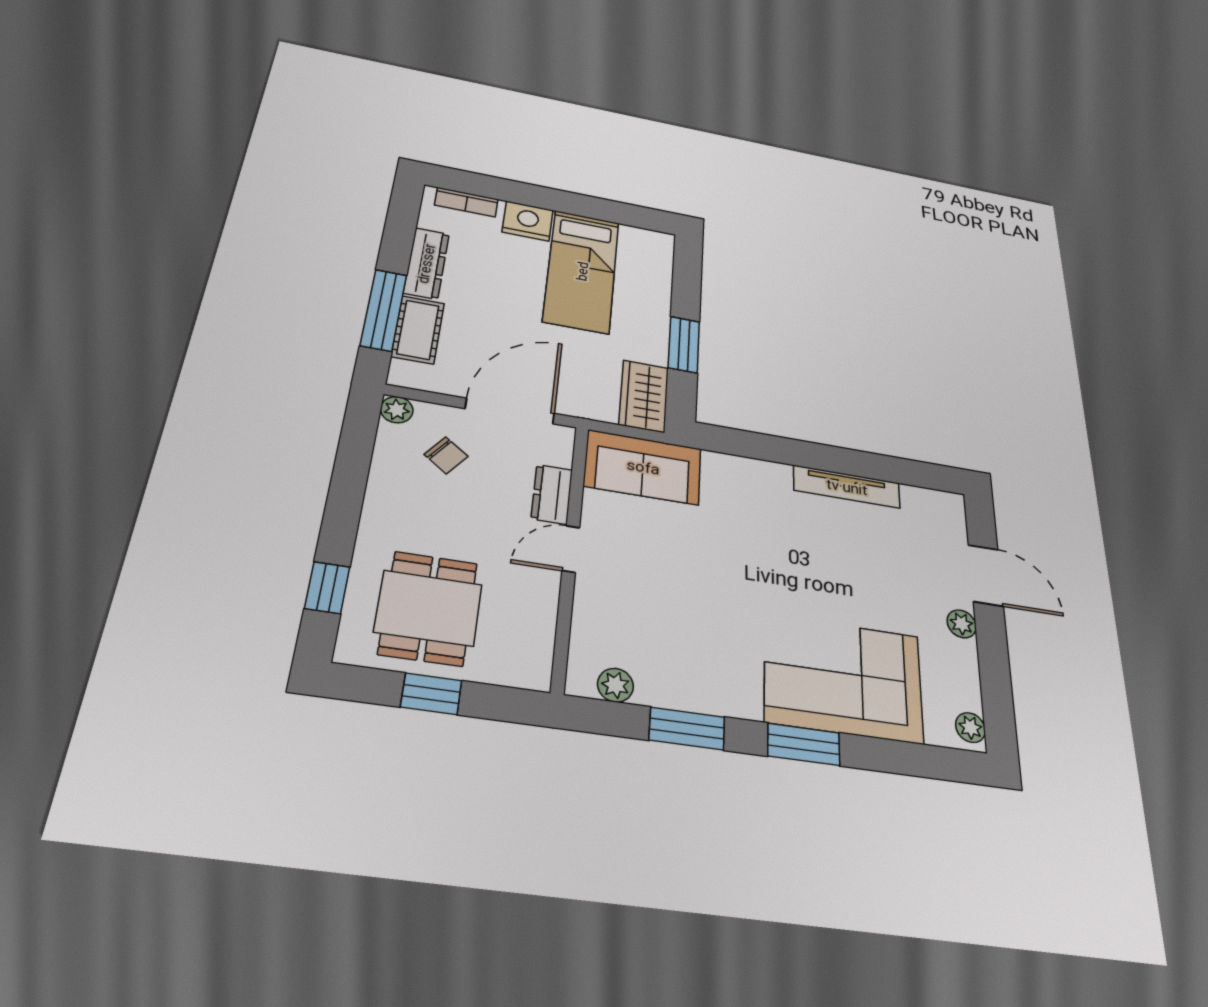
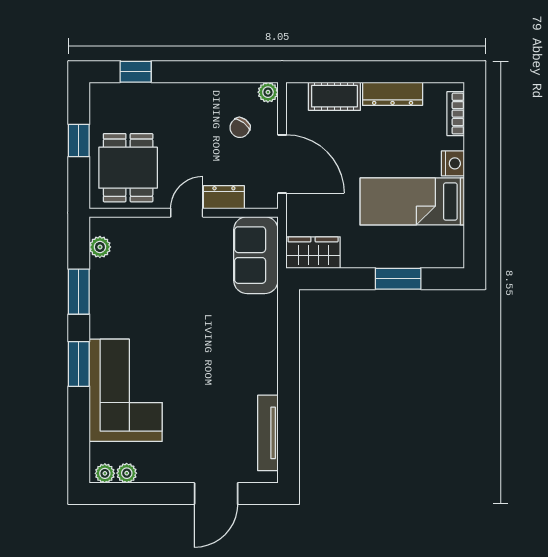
nightstand: (528, 221) -> (453, 163), width x0.74, depth x0.75
window: (384, 310) -> (346, 72), removed
window: (684, 345) -> (398, 279), moved
tv unit: (847, 487) -> (268, 433), moved
door: (571, 549) -> (187, 213), hinge flipped
dining table: (428, 608) -> (128, 168), moved, turned 90
plant: (962, 624) -> (127, 473), moved

